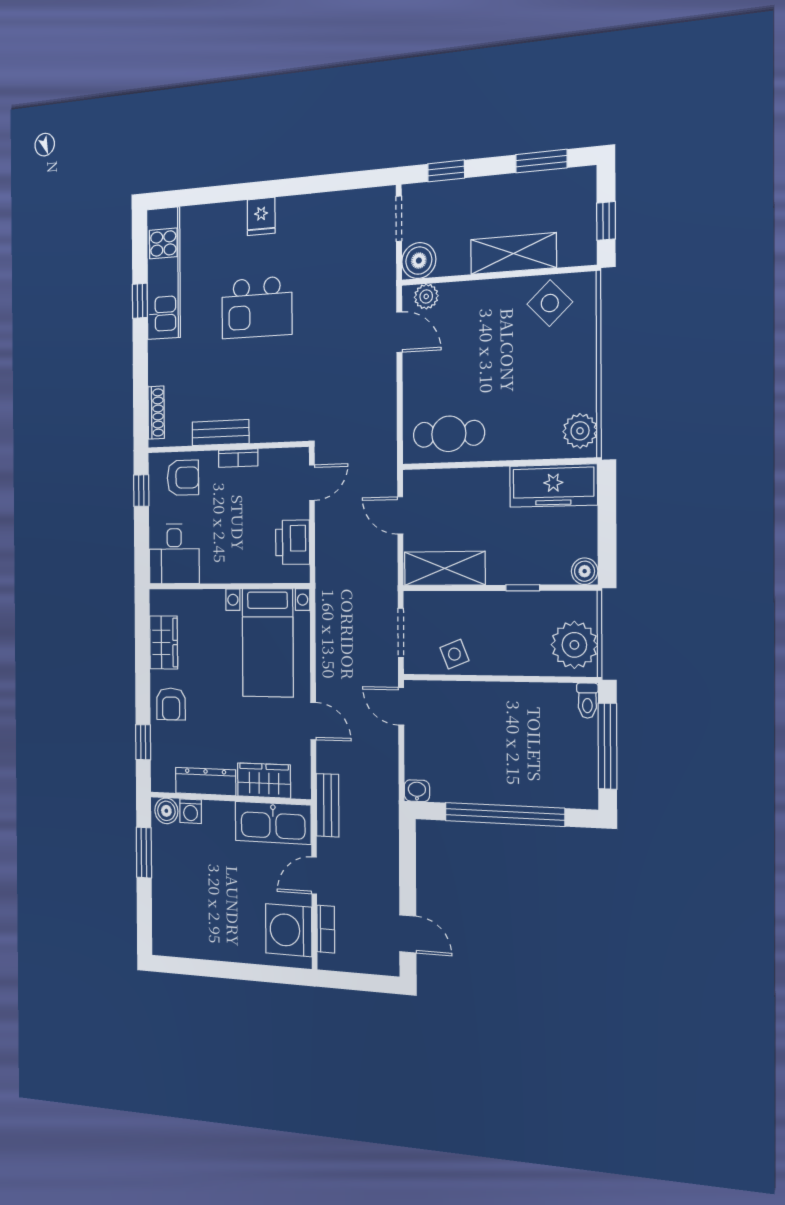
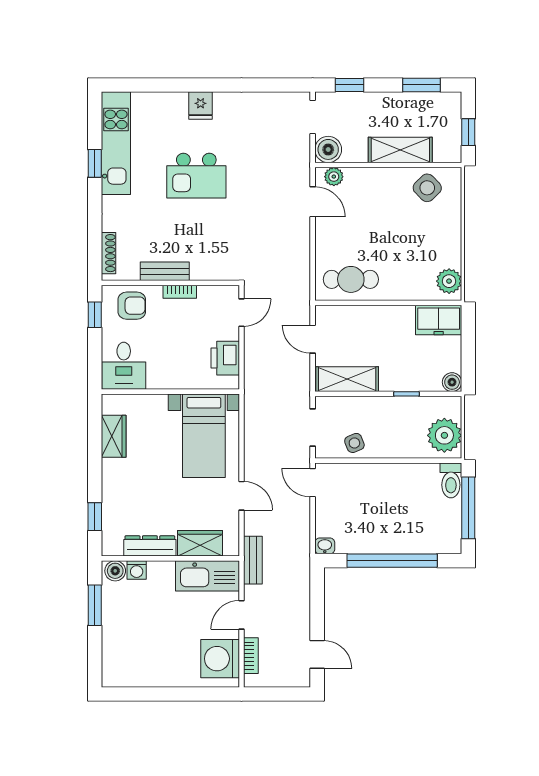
freezer: (553, 486) -> (439, 320), width x0.71
toilet: (587, 701) -> (451, 480), width x1.37, depth x1.39
armchair: (171, 704) -> (120, 485), removed

